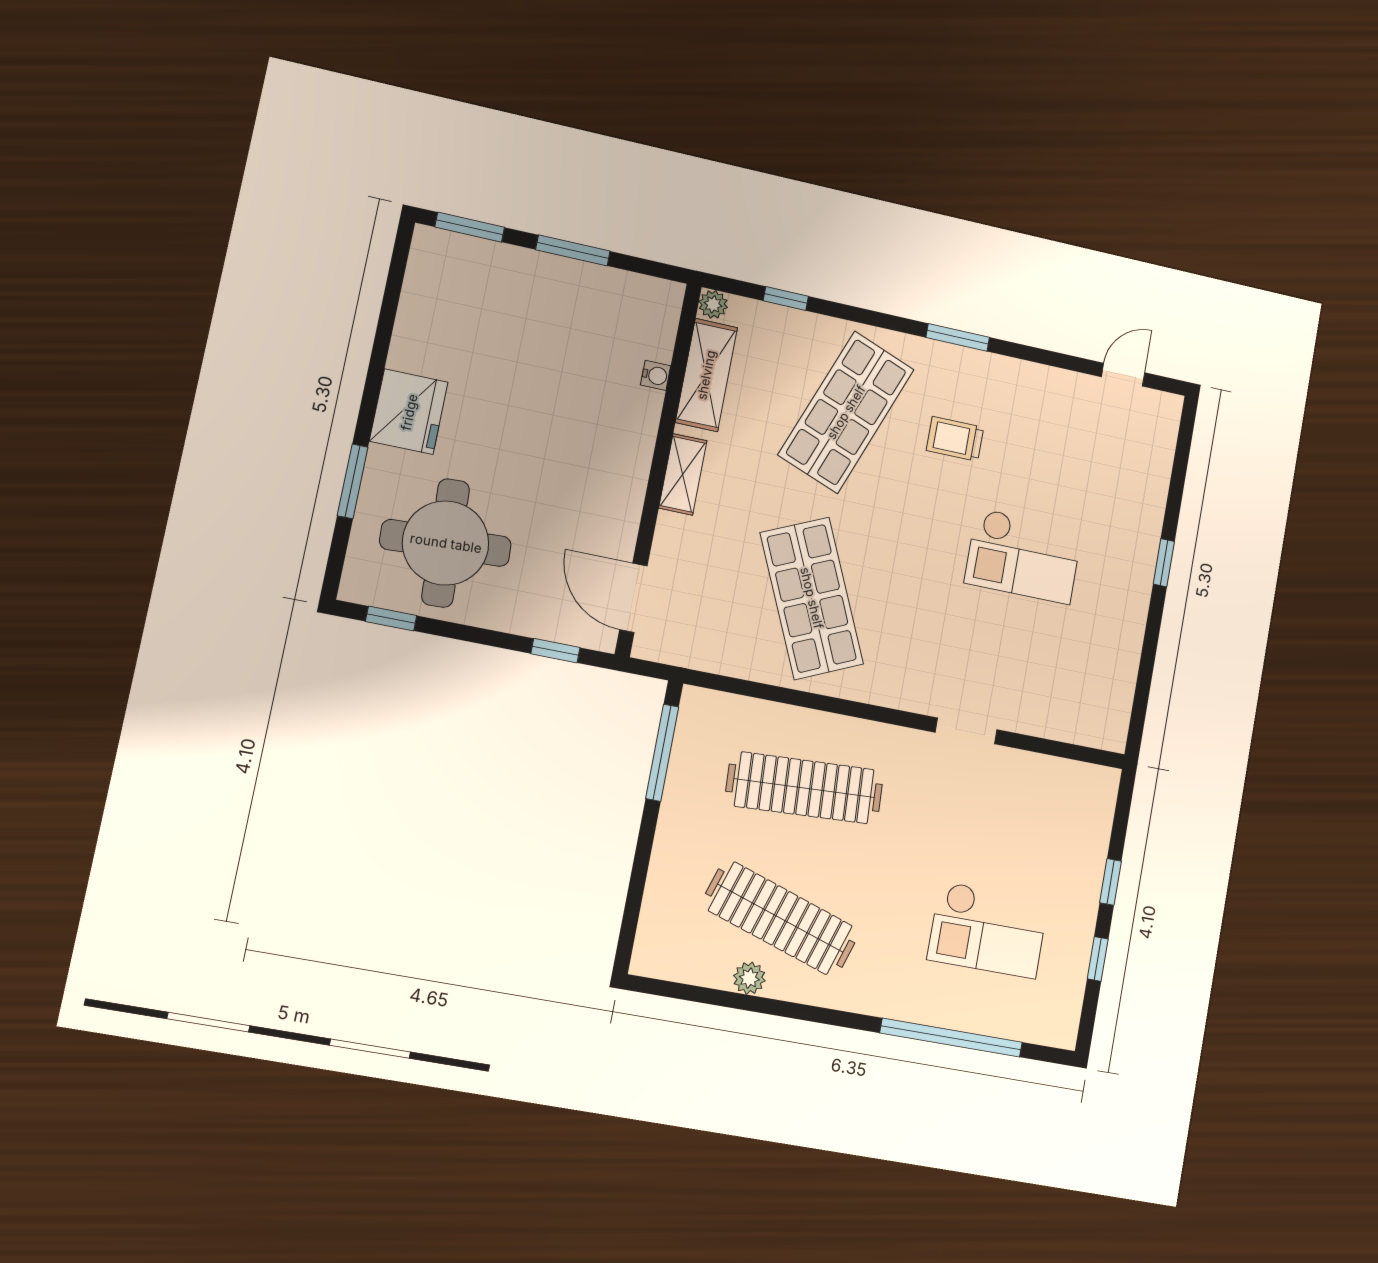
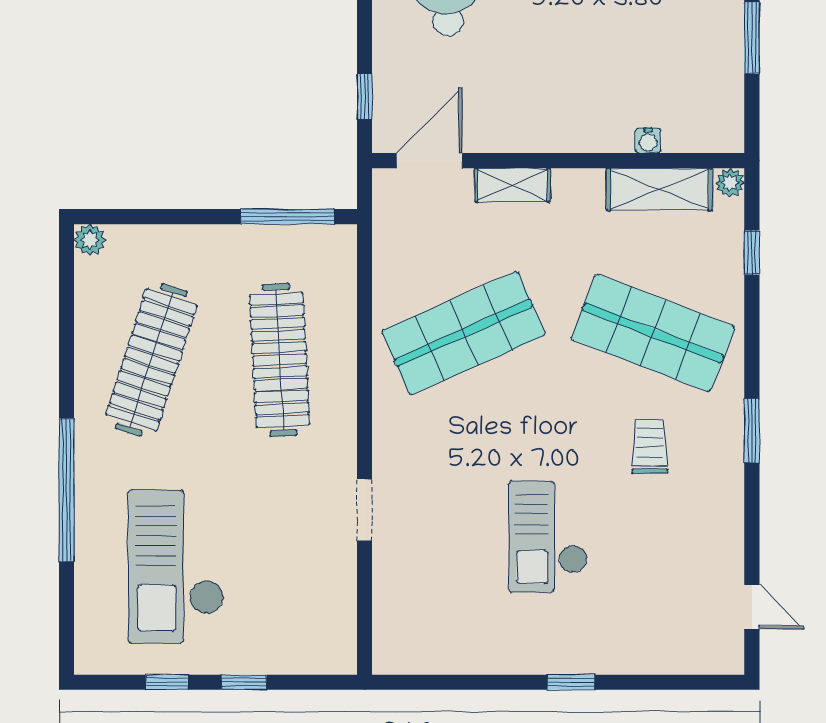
shelving: (683, 474) -> (512, 185), moved
checkout: (988, 930) -> (176, 566), width x1.36, depth x1.21
plant: (749, 978) -> (90, 240), moved
window: (951, 1038) -> (66, 490), moved

